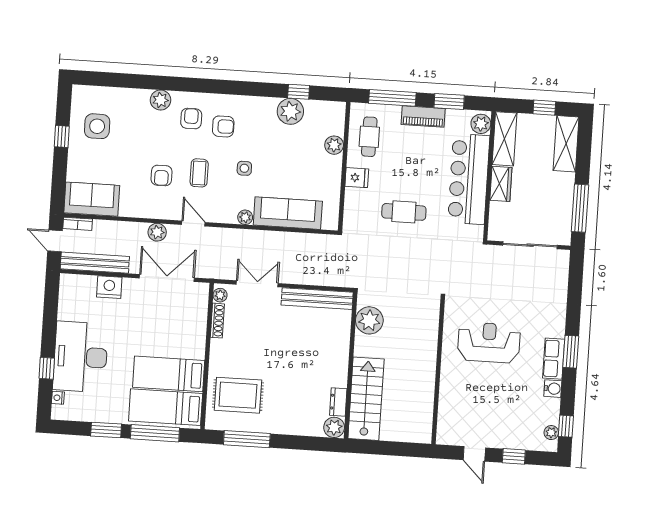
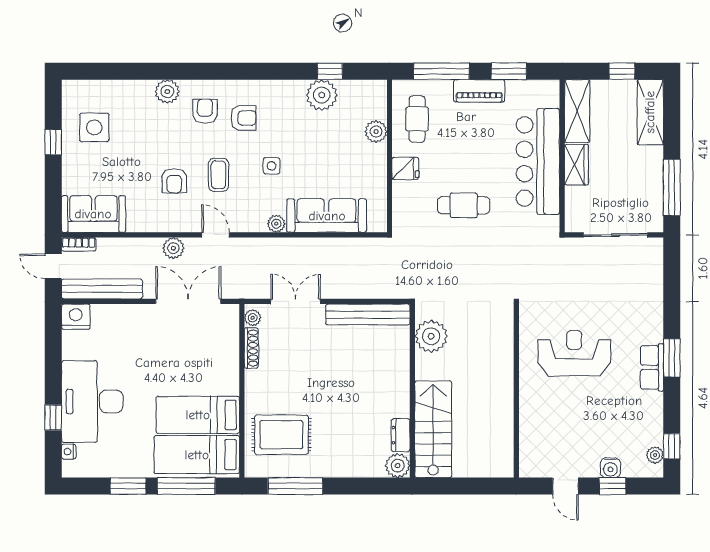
plant: (481, 124) -> (548, 95), removed
nightstand: (109, 287) -> (76, 317), moved
water cooler: (553, 389) -> (610, 468), moved, turned 90

